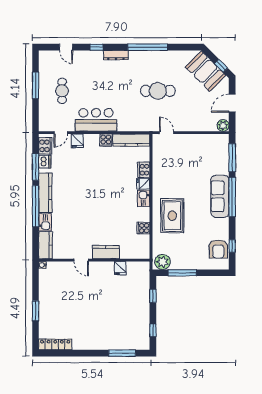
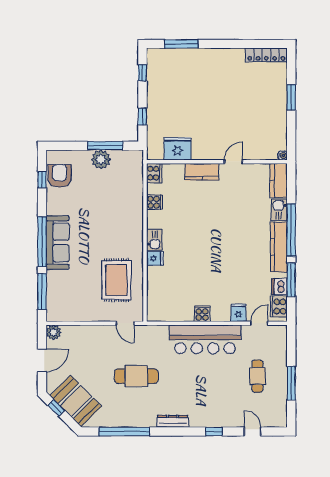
window: (148, 47) -> (124, 431), moved
dresser: (116, 55) -> (173, 421), moved
bar counter: (96, 120) -> (205, 339), width x1.36
kitchen counter: (131, 140) -> (170, 314), removed
cooker: (144, 170) -> (154, 173), moved
rug: (172, 216) -> (116, 280), moved
door: (81, 260) -> (233, 162), hinge flipped
plant: (163, 262) -> (101, 159), moved
fridge: (120, 268) -> (178, 149), width x1.88, depth x1.34

